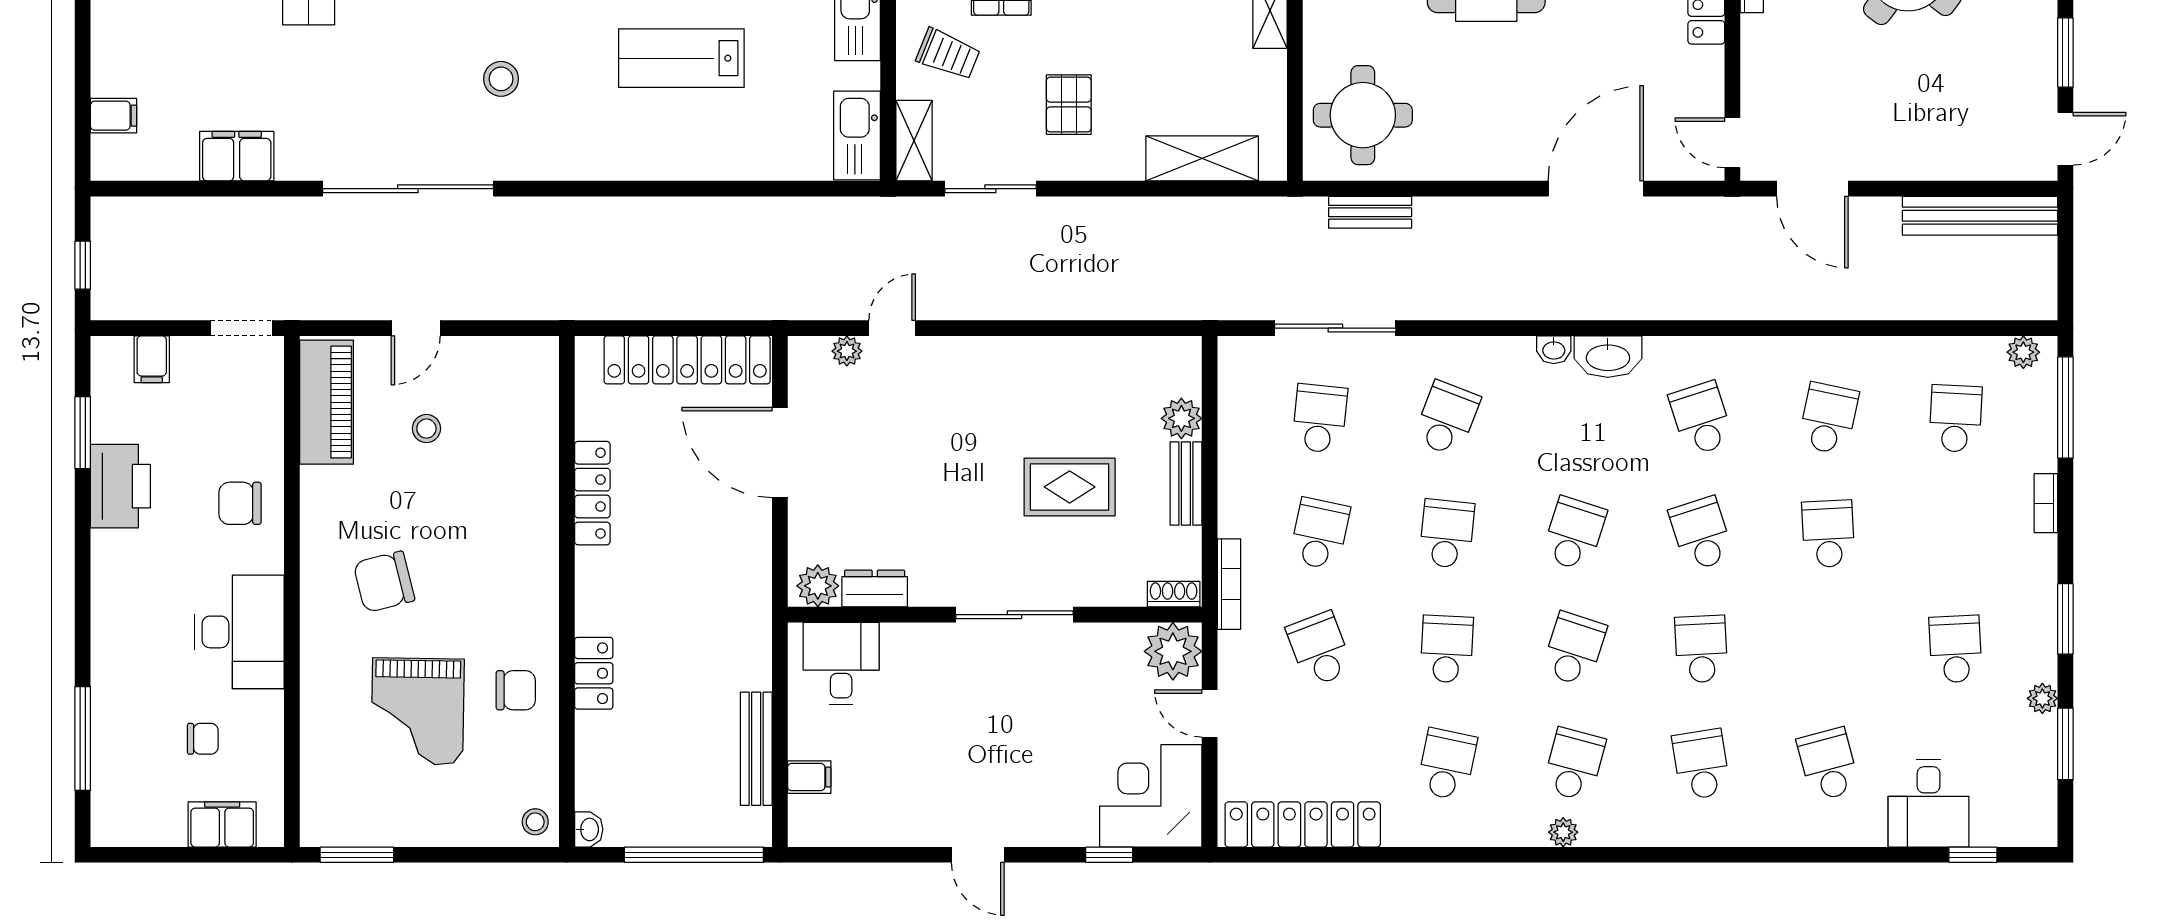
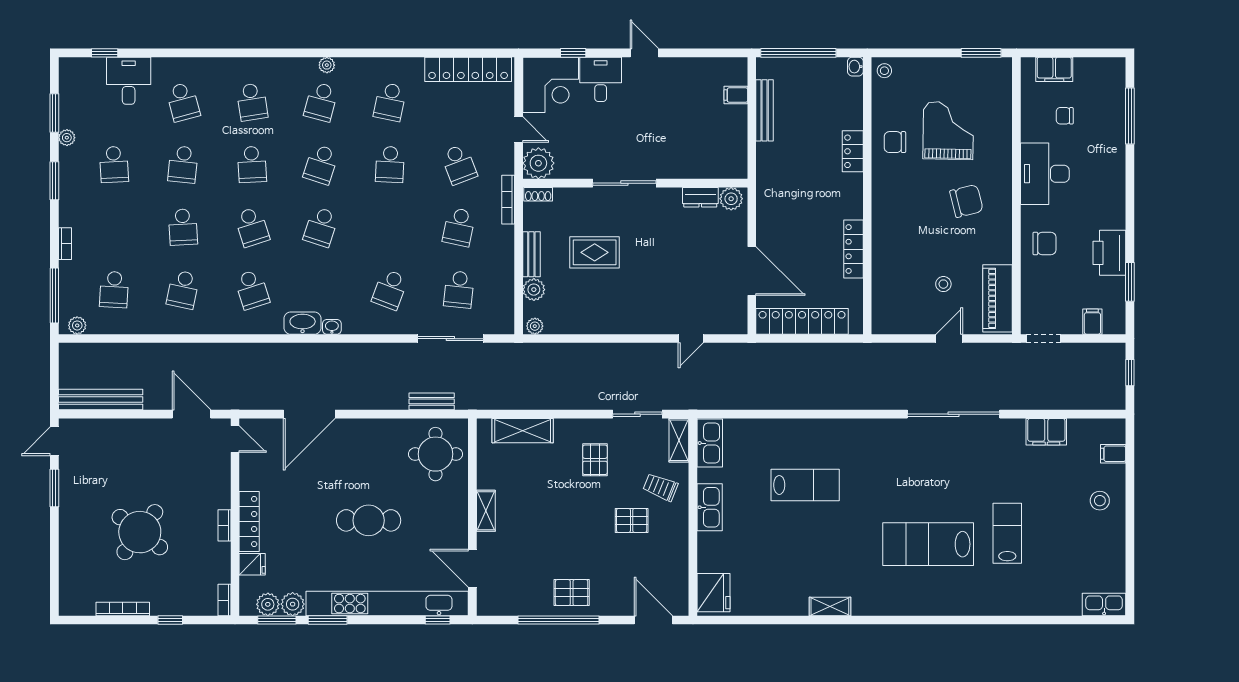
stool: (501, 79) -> (1100, 501), moved
plant: (847, 351) -> (535, 326), moved
school desk: (1447, 534) -> (183, 164), moved
desk: (841, 663) -> (601, 79), moved, turned 180

